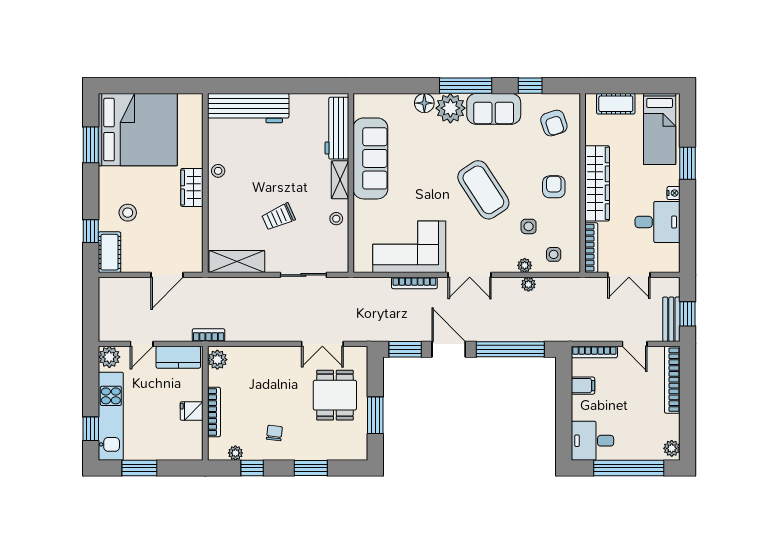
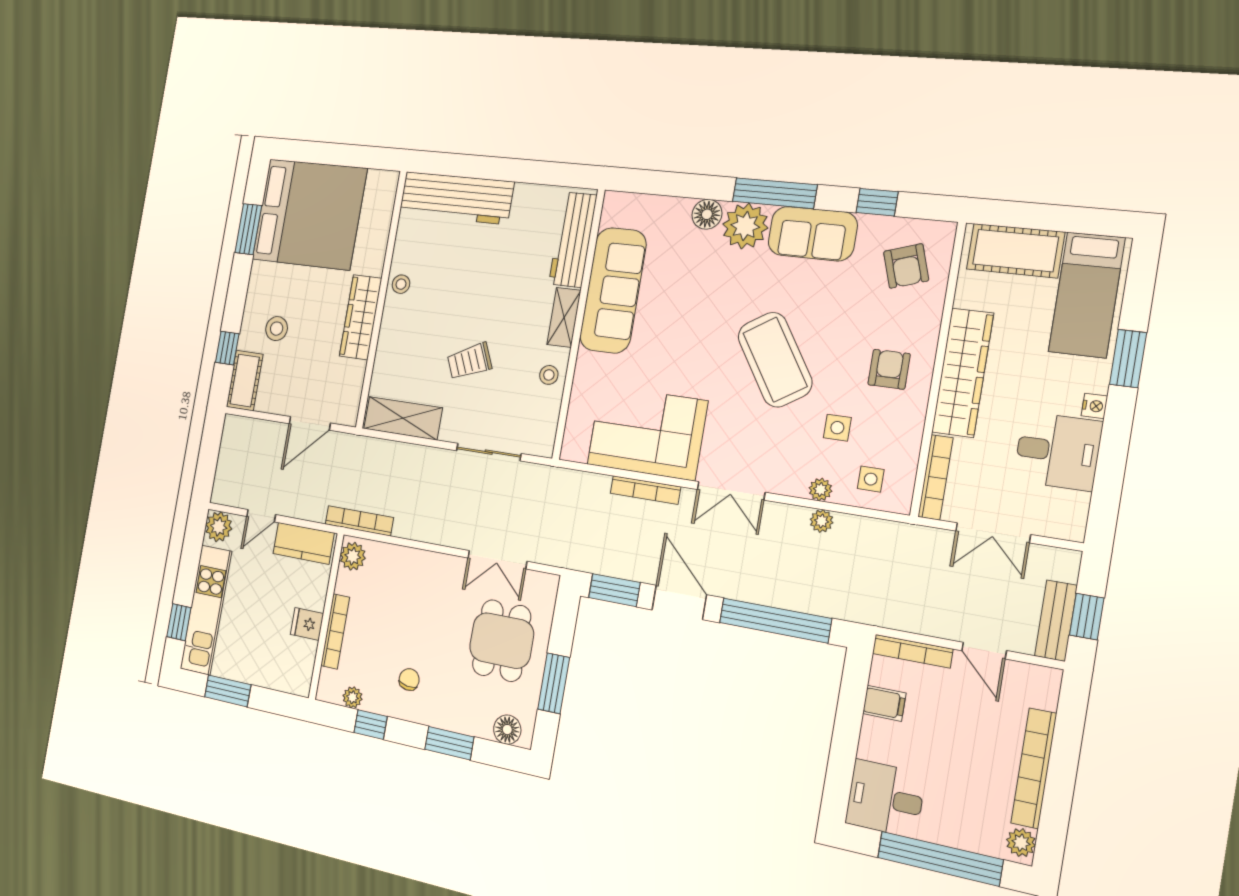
cot: (616, 104) -> (1015, 251), width x1.37, depth x1.34
wardrobe: (192, 187) -> (361, 317), width x1.50
bookcase: (209, 335) -> (359, 521), width x1.56
bookcase: (672, 380) -> (1034, 768), moved
floor lamp: (349, 451) -> (507, 730), added

